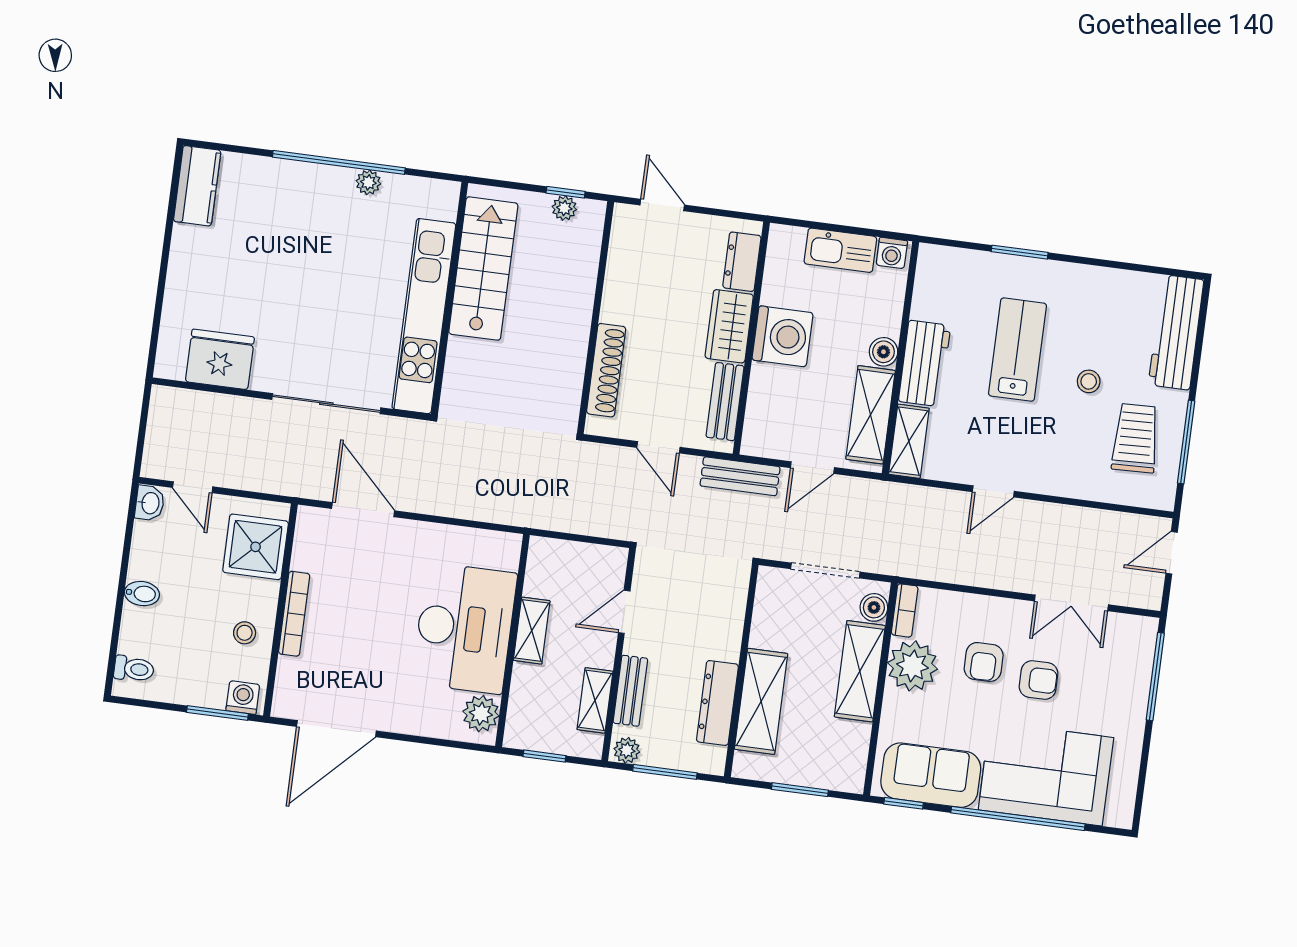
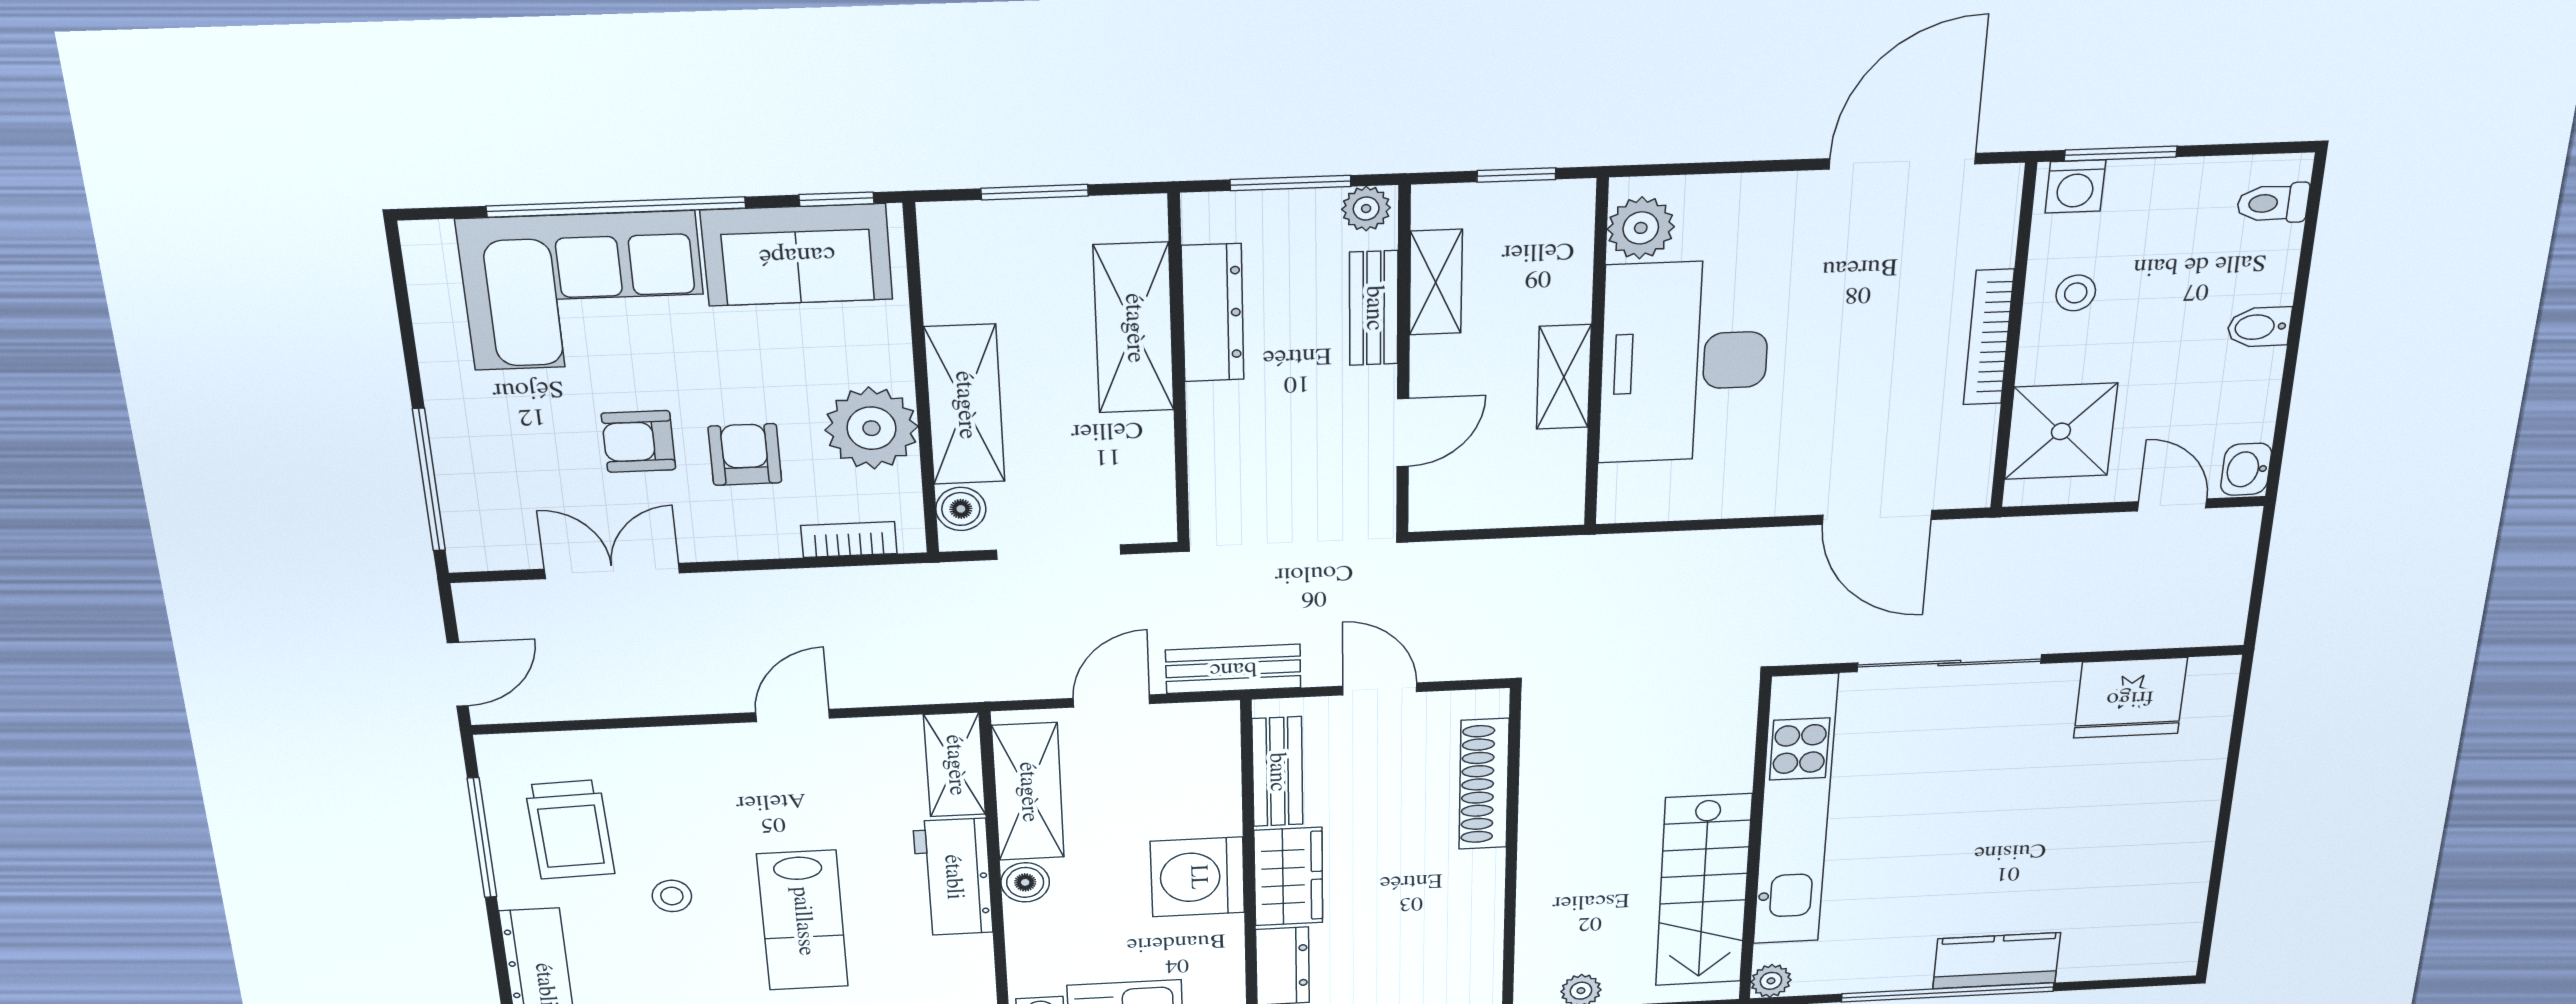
plant: (368, 182) -> (1771, 981), moved
kitchen counter: (197, 186) -> (1997, 961), moved, turned 90
bookcase: (905, 610) -> (849, 540), moved, turned 90

